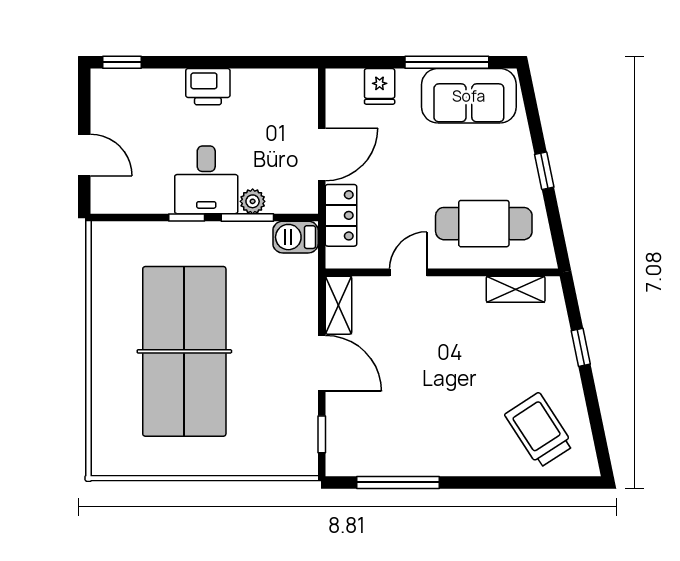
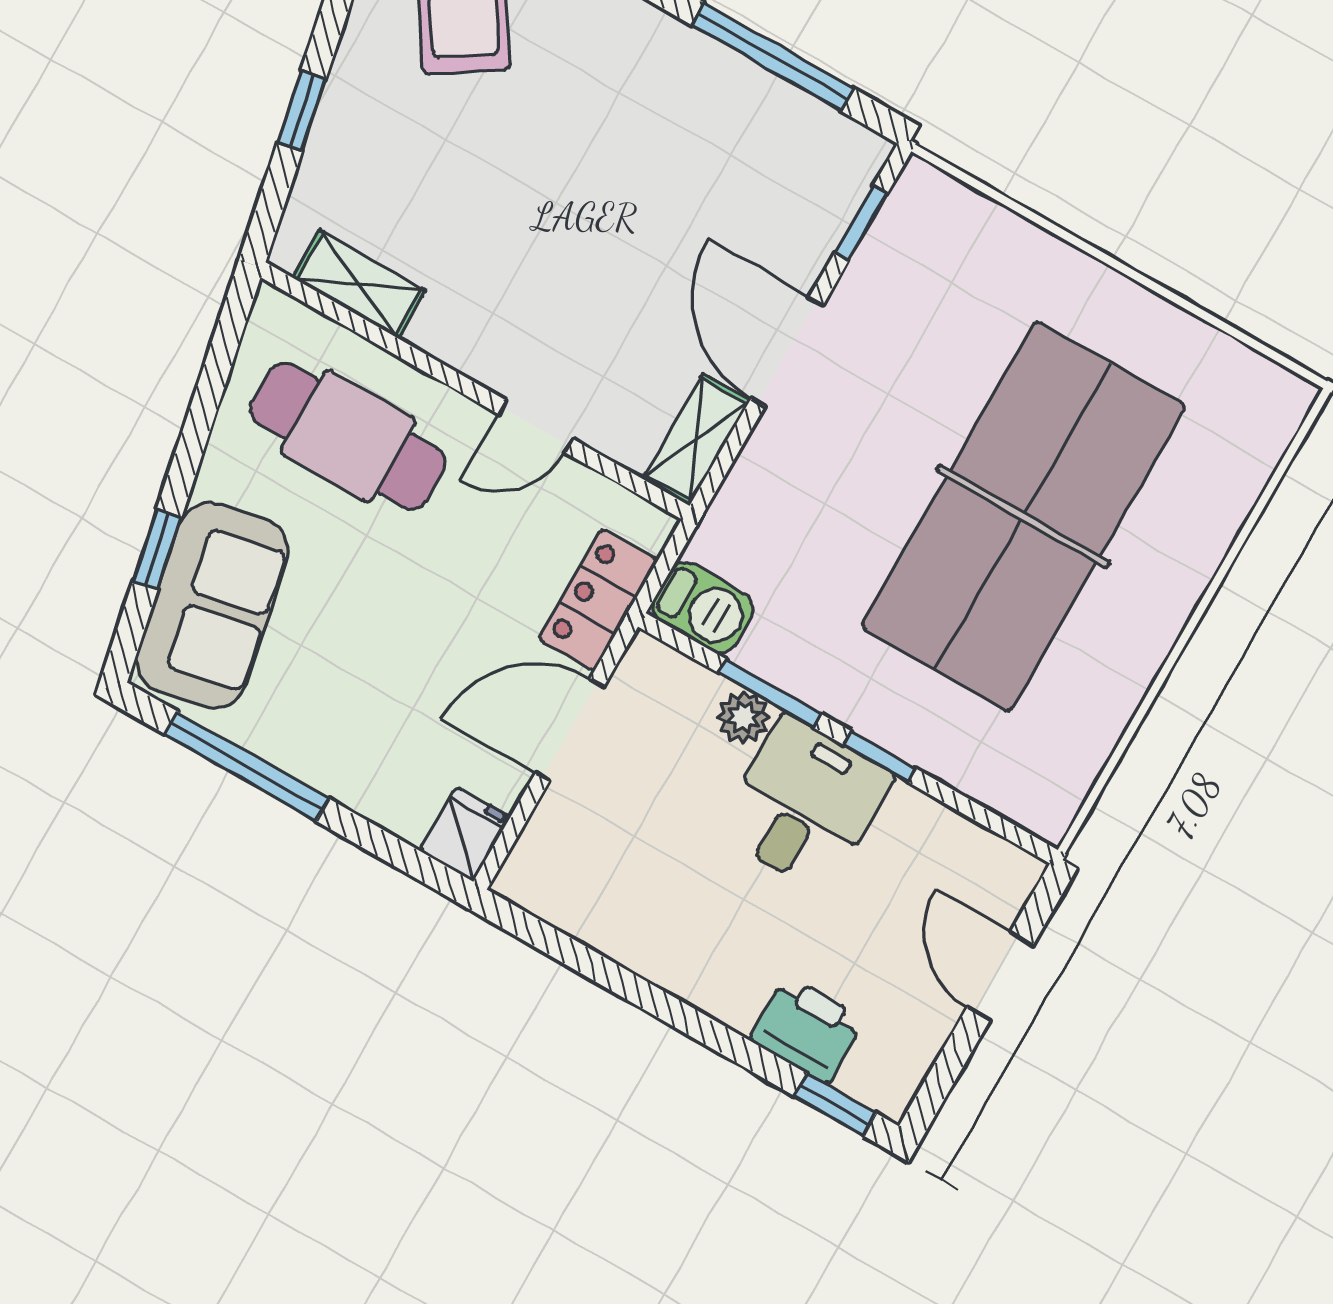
fridge: (380, 86) -> (465, 834), moved
printer: (208, 87) -> (807, 1030), moved
sofa: (469, 96) -> (212, 605), moved, turned 78
window: (544, 171) -> (157, 549), moved

